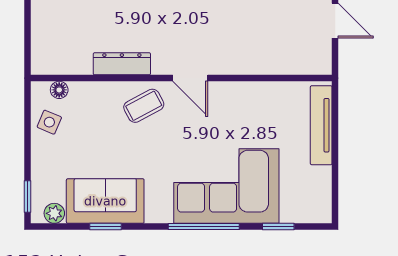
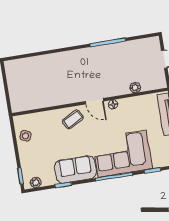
dresser: (122, 64) -> (58, 100), removed
plant: (271, 65) -> (135, 88), added
floor lamp: (59, 90) -> (113, 104), moved
sofa: (105, 201) -> (75, 169), moved

